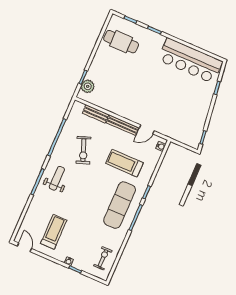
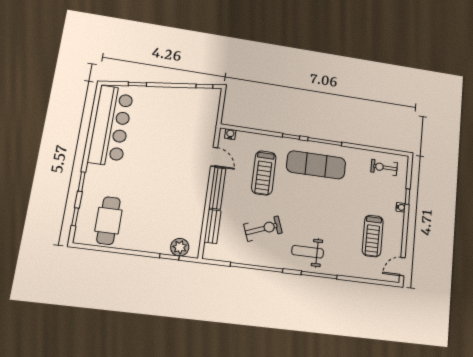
treadmill: (54, 232) -> (373, 236), turned -90

